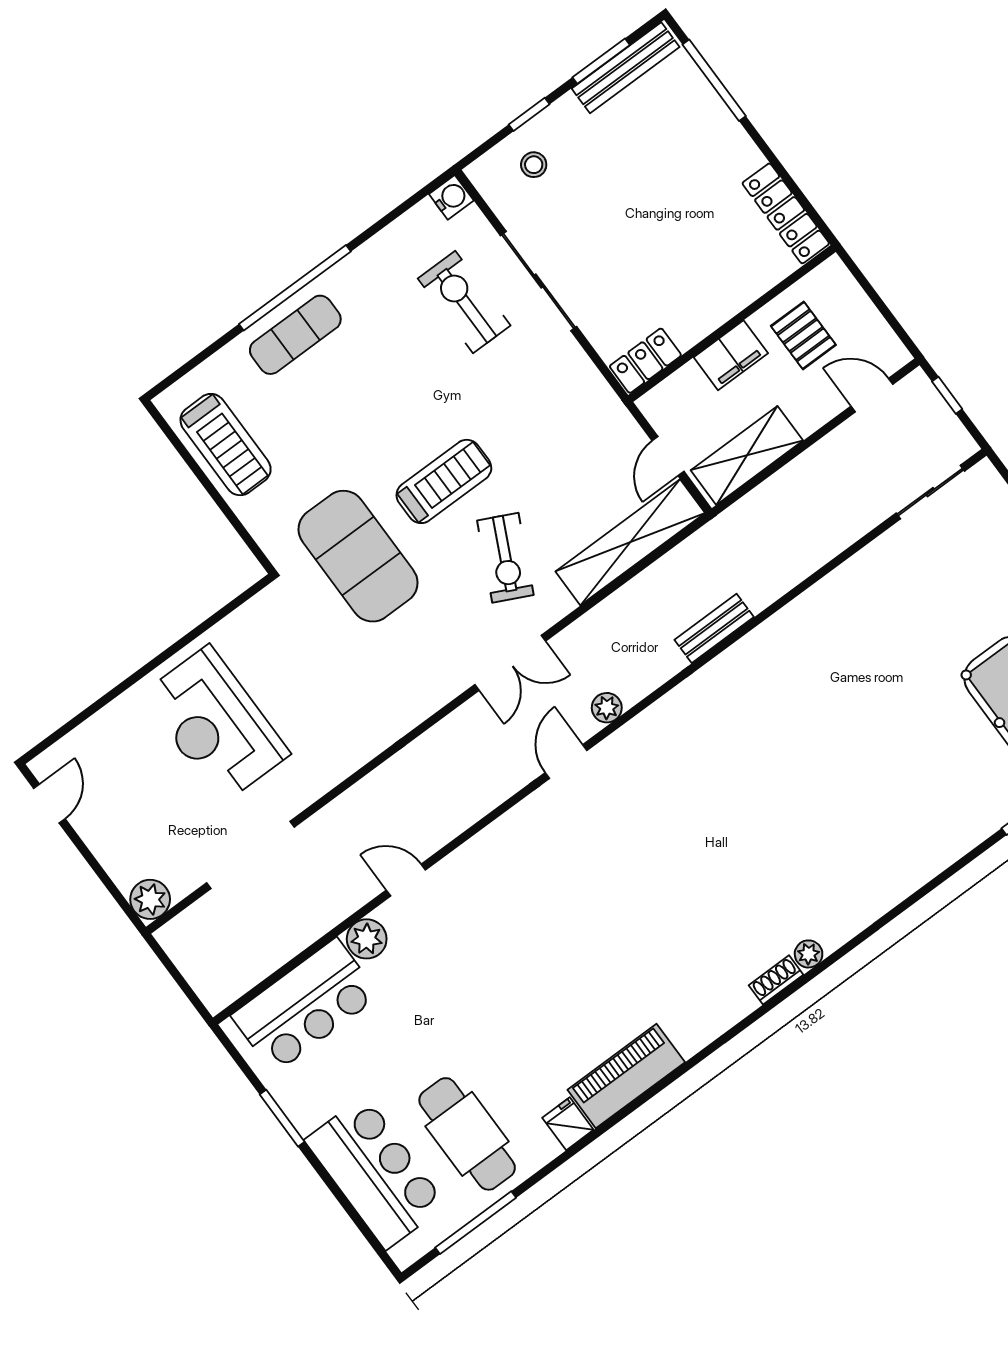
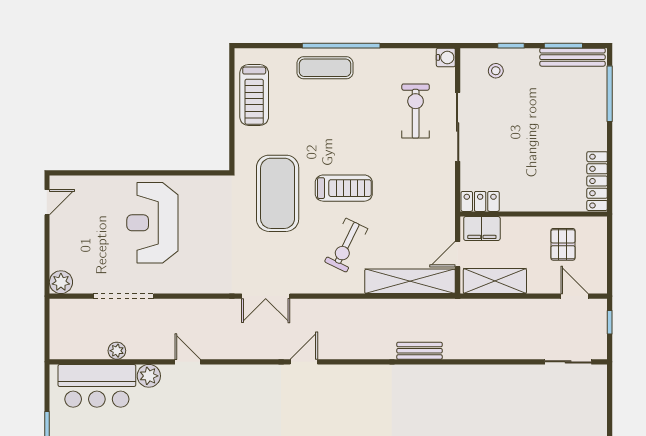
filing cabinet: (731, 355) -> (482, 228), moved
double door: (510, 663) -> (266, 296), moved
plant: (607, 708) -> (117, 351), moved

